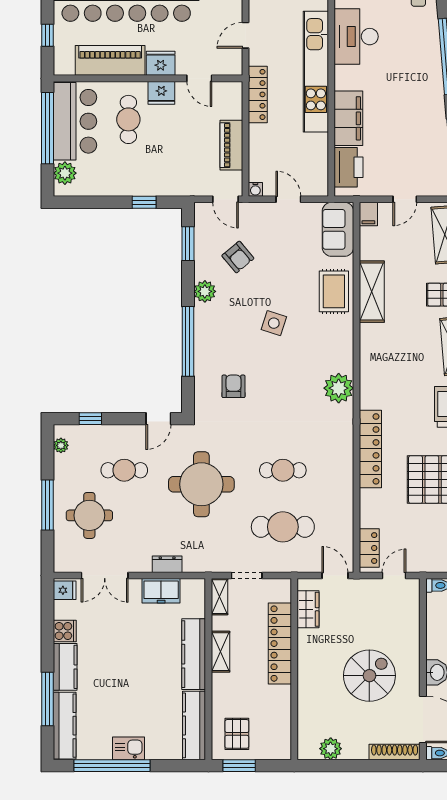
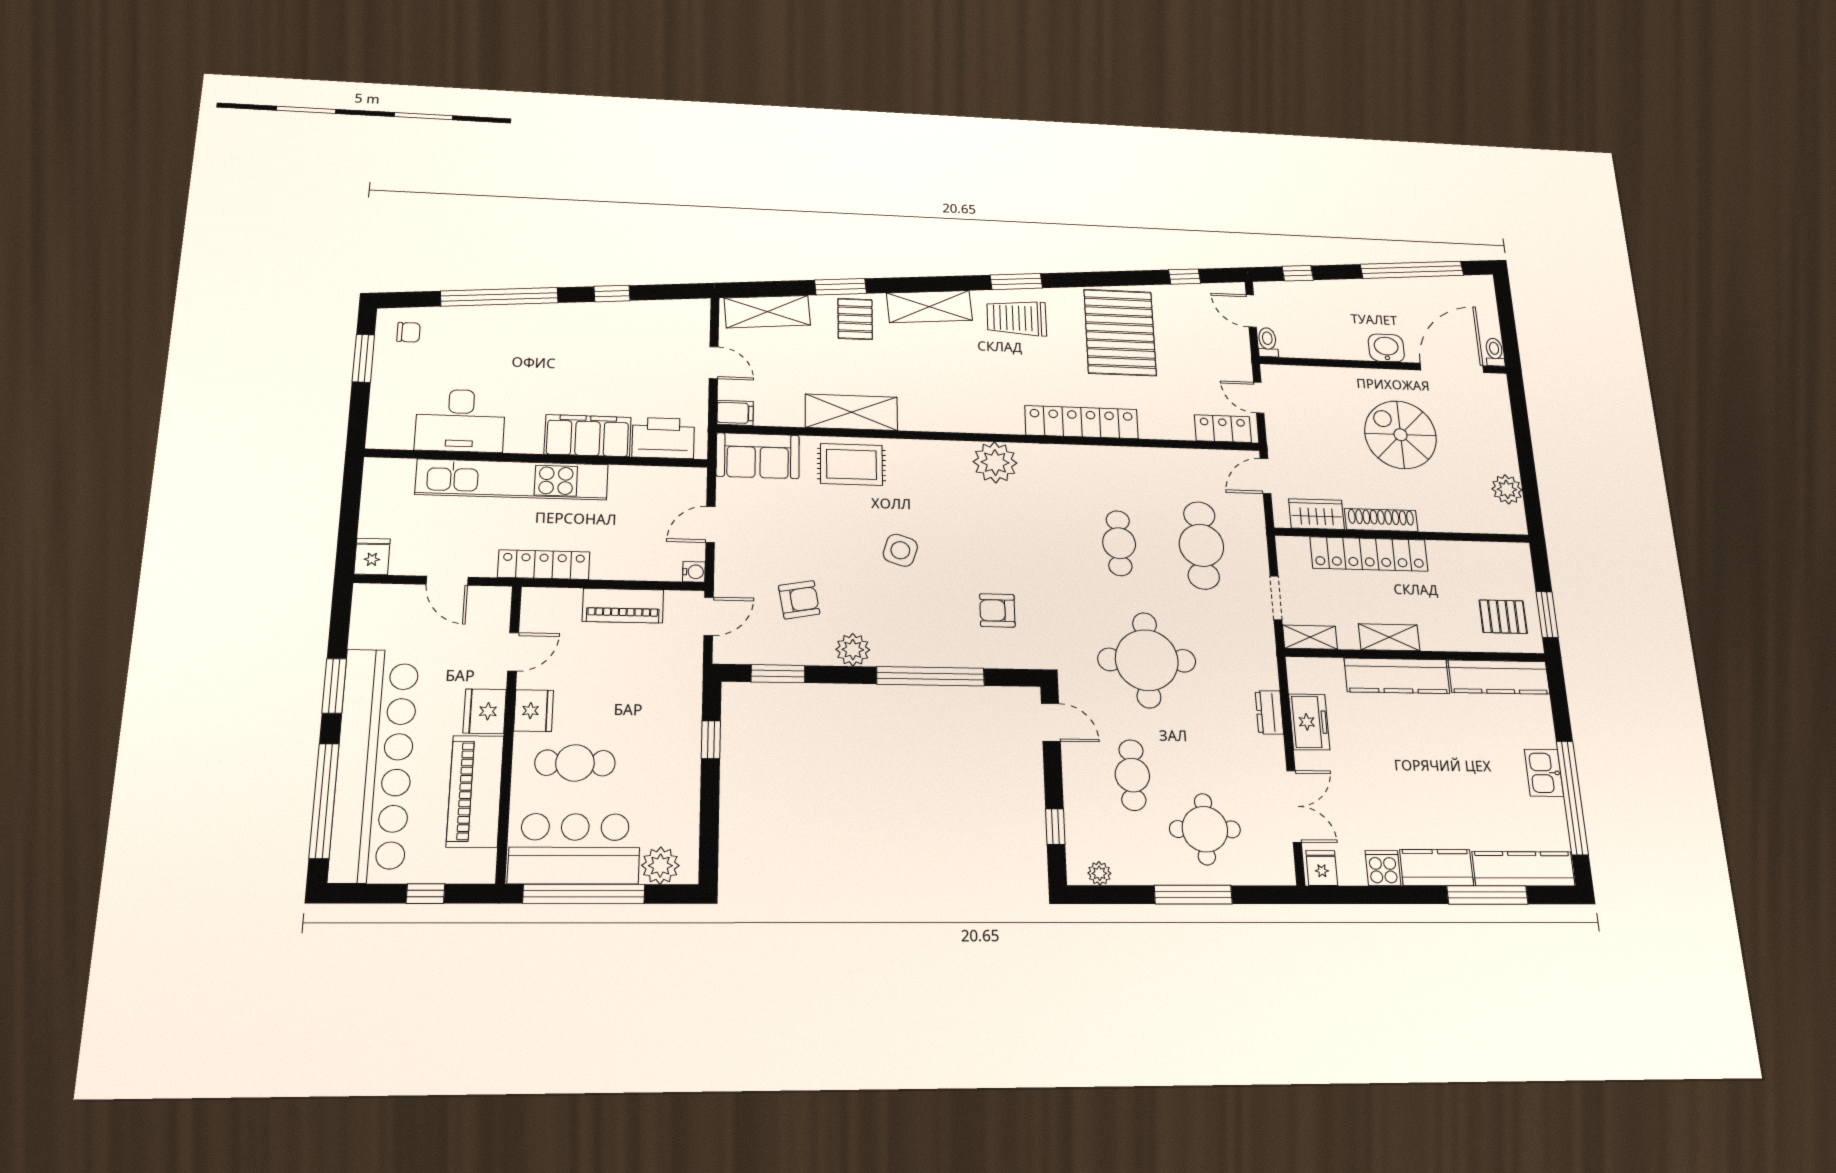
armchair: (238, 257) -> (799, 600), turned 30
shoe rack: (395, 752) -> (1381, 520), moved, turned 90

